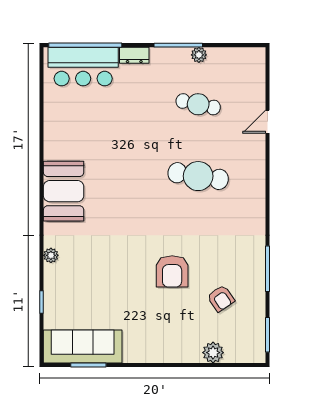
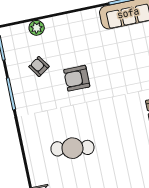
armchair: (172, 271) -> (77, 78), turned -90

